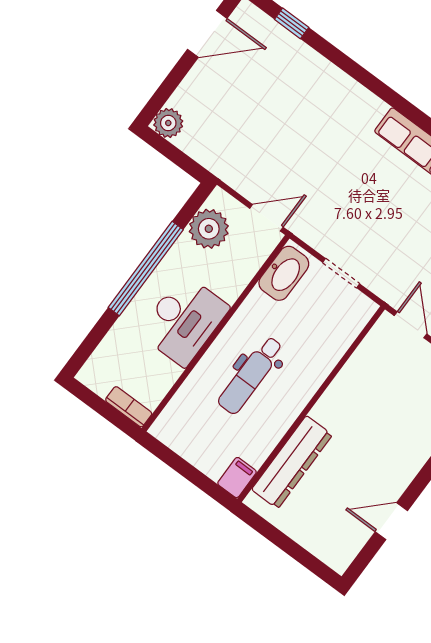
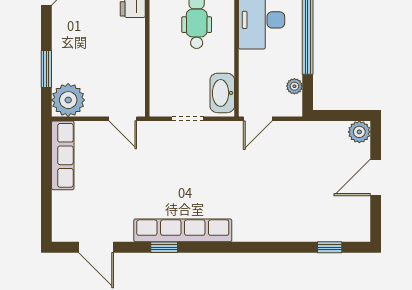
door: (207, 34) -> (376, 177), moved
plant: (209, 229) -> (294, 86), width x0.53, depth x0.53

